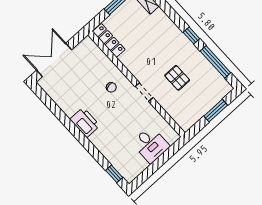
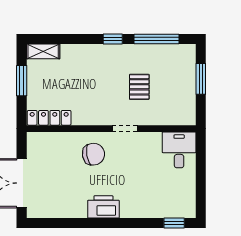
pallet: (177, 78) -> (139, 87), turned 90
chair: (111, 87) -> (93, 154), width x1.87, depth x1.87
desk: (151, 145) -> (179, 150), moved, turned -90

